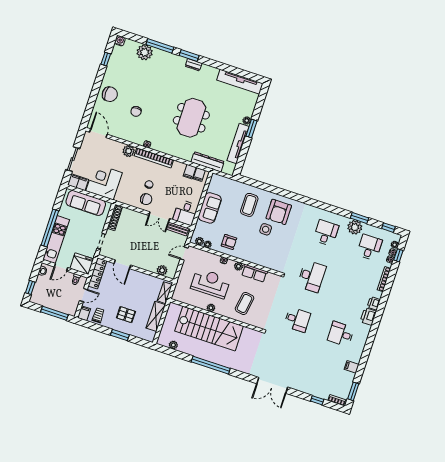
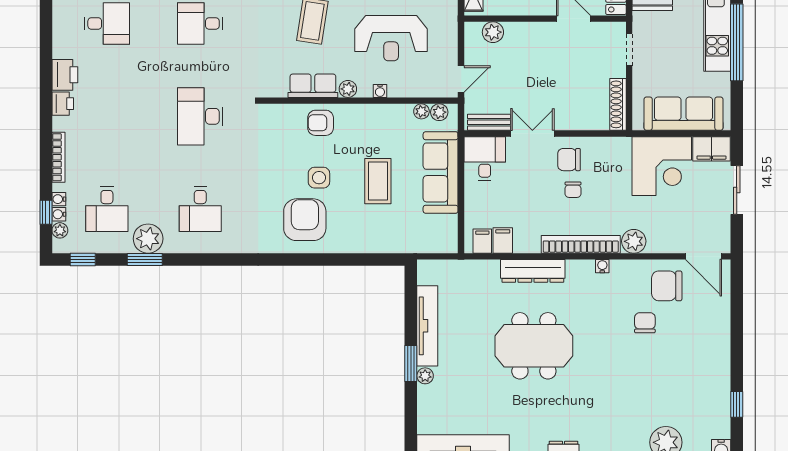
chair: (110, 94) -> (667, 286), moved
meeting table: (191, 118) -> (534, 346), turned 90
dresser: (208, 162) -> (533, 271), moved
coffee table: (249, 205) -> (378, 181), moved
sofa: (210, 208) -> (441, 172), width x1.36
armchair: (229, 242) -> (321, 123), moved

